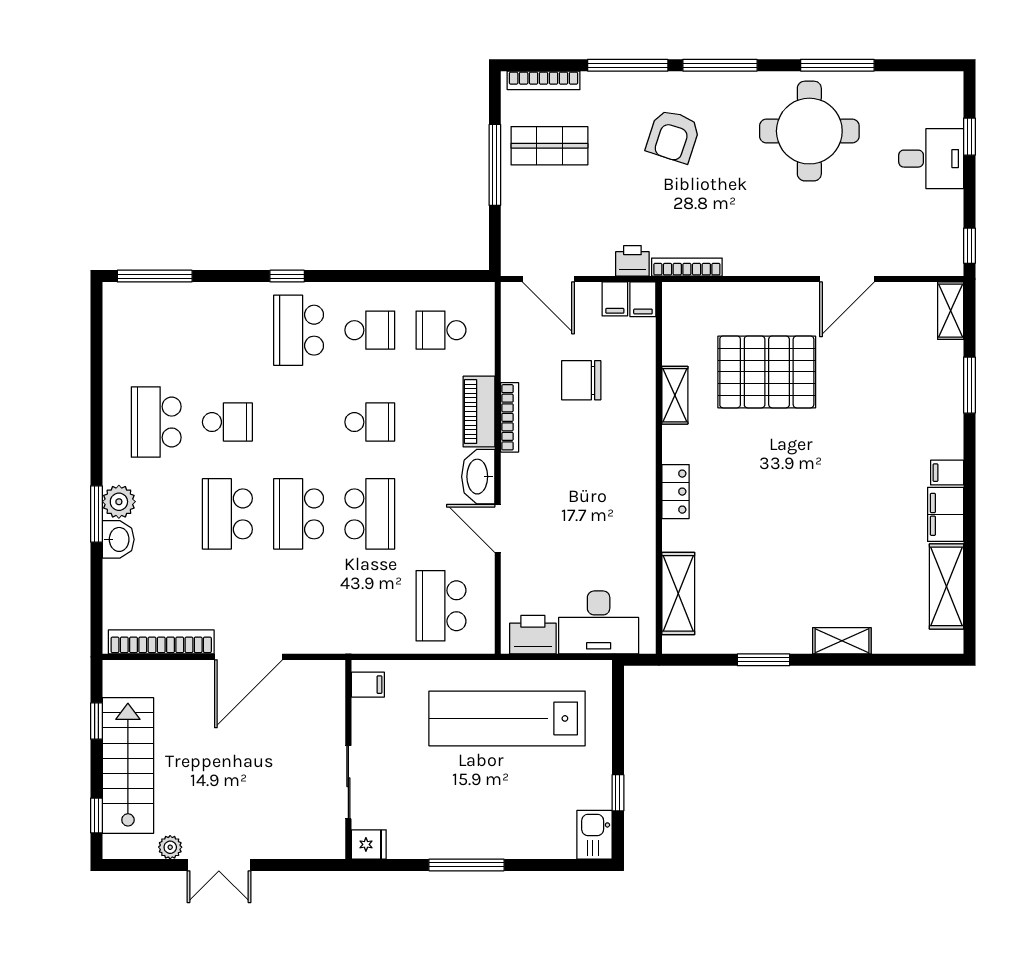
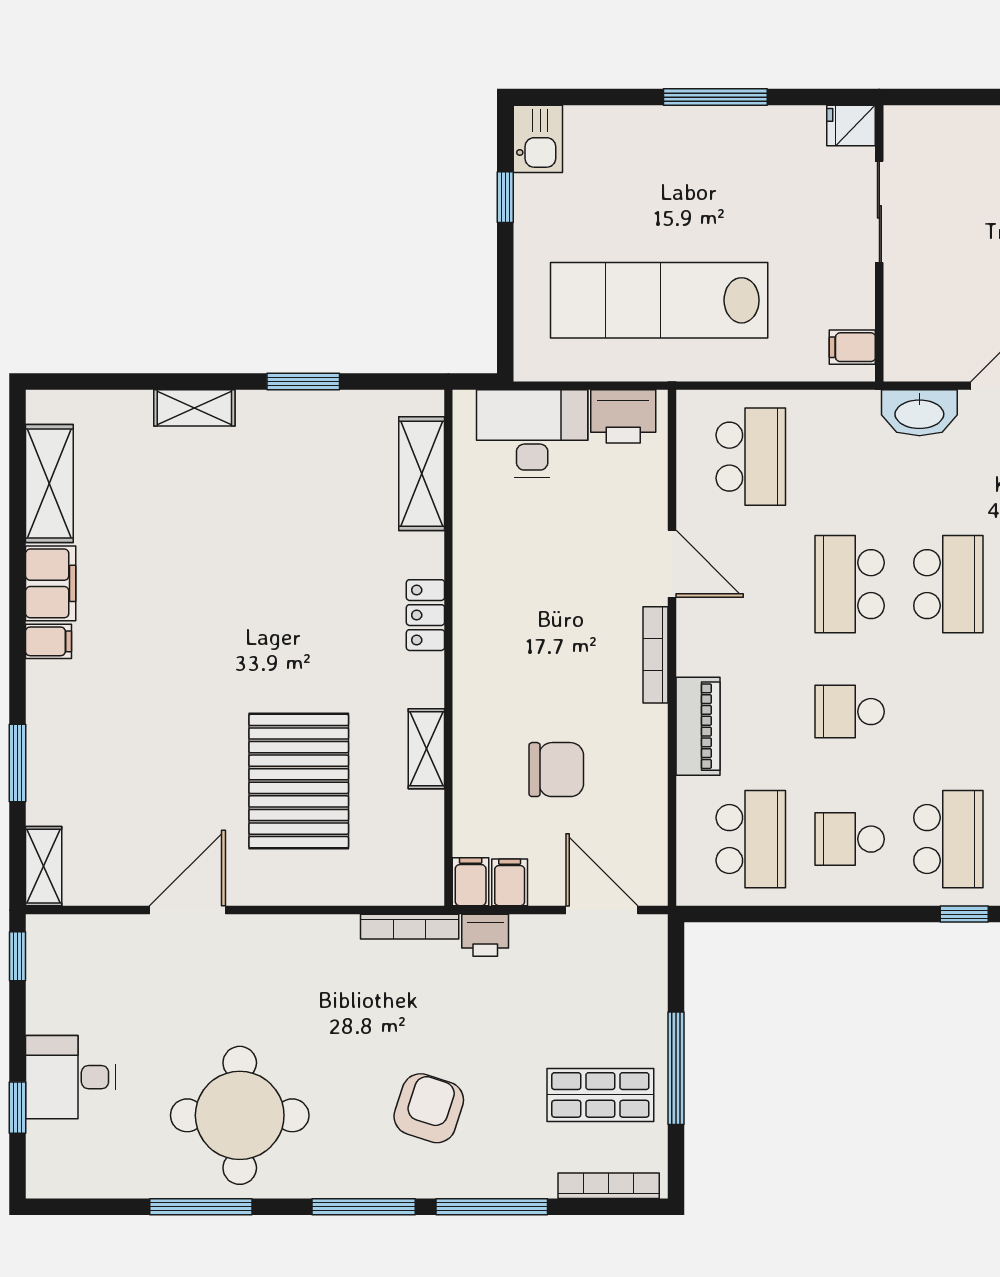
school desk: (441, 330) -> (751, 839), width x1.85
pallet: (767, 372) -> (299, 781), turned 90
bookcase: (510, 417) -> (656, 655), moved
washbasin: (478, 477) -> (919, 413), moved, turned 90
lab bench: (507, 718) -> (659, 300), turned 180

